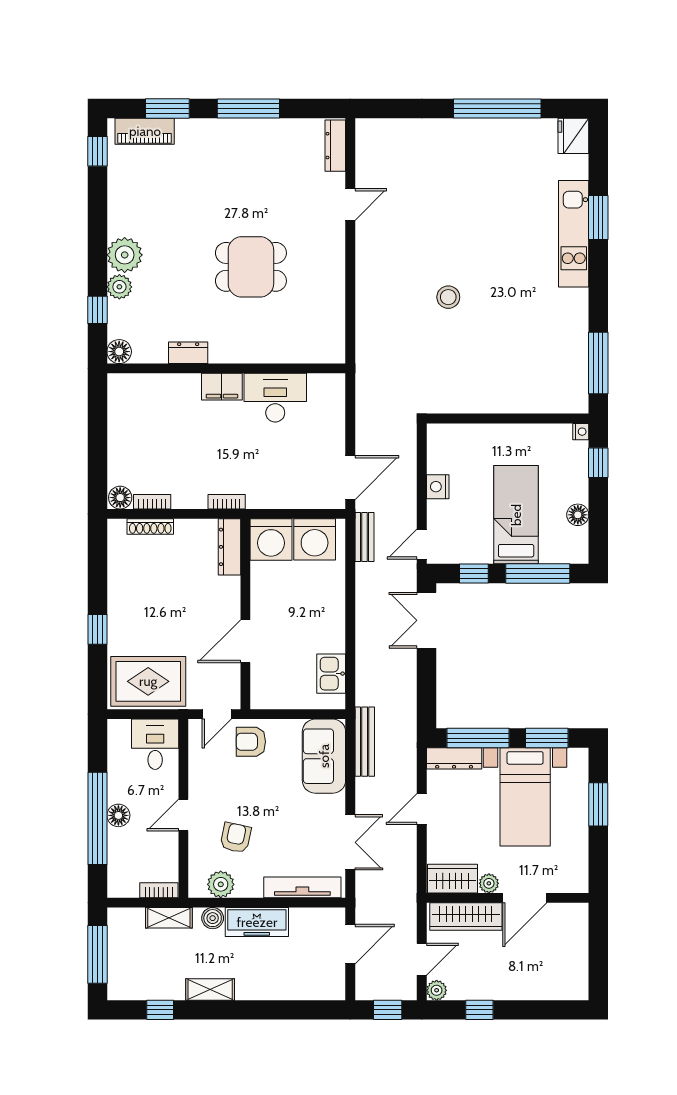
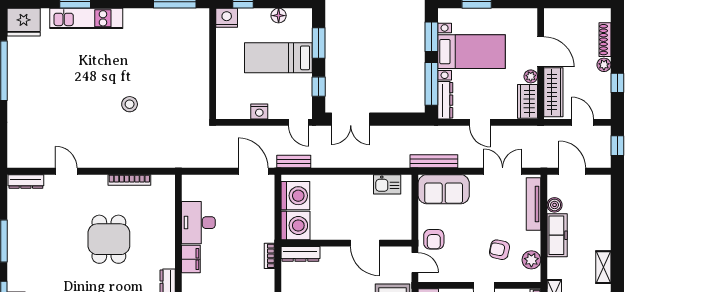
fridge: (573, 136) -> (24, 22), width x1.36, depth x1.34
bookcase: (338, 297) -> (129, 180), added
nightstand: (581, 432) -> (227, 18), width x1.89, depth x1.79
window: (538, 574) -> (319, 43), width x0.69
boiler: (213, 918) -> (555, 205), moved
plant: (437, 990) -> (604, 65), moved
shoe rack: (543, 992) -> (605, 40), added

